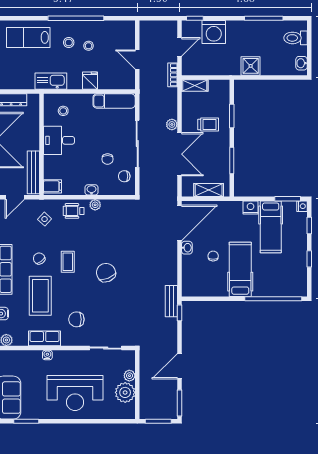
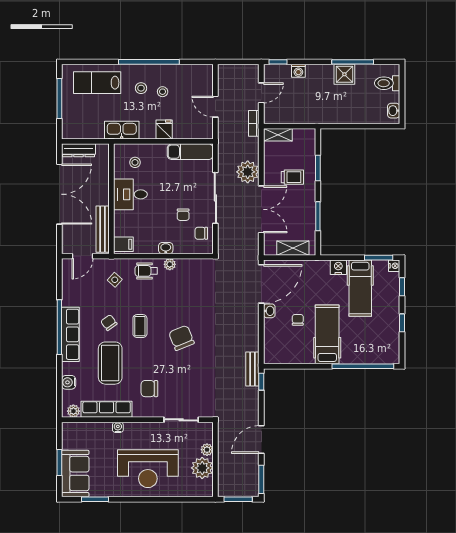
washing machine: (214, 32) -> (298, 71), width x0.53, depth x0.53
shower: (251, 66) -> (344, 74), moved
plant: (172, 124) -> (248, 172), width x1.88, depth x1.88
row of seats: (45, 338) -> (107, 409), width x1.48

